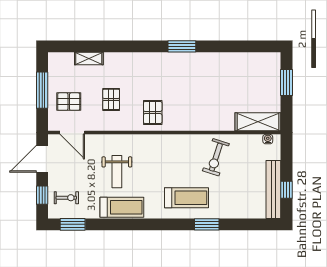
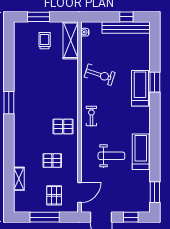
trolley: (257, 90) -> (45, 41), added
exercise bike: (66, 198) -> (91, 116), moved
treadmill: (187, 198) -> (140, 88), moved

